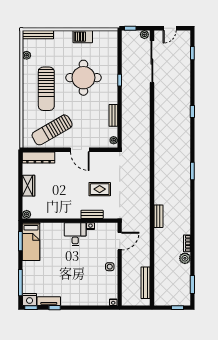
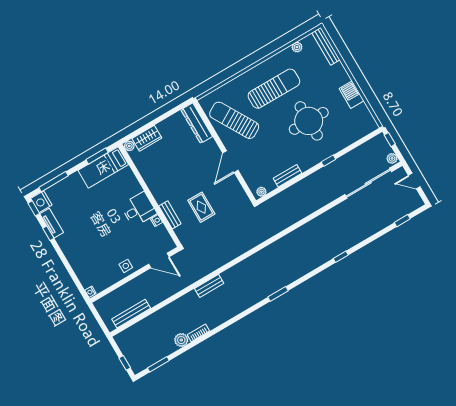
sun lounger: (46, 89) -> (274, 89), turned 180
wardrobe: (29, 186) -> (147, 138), moved

